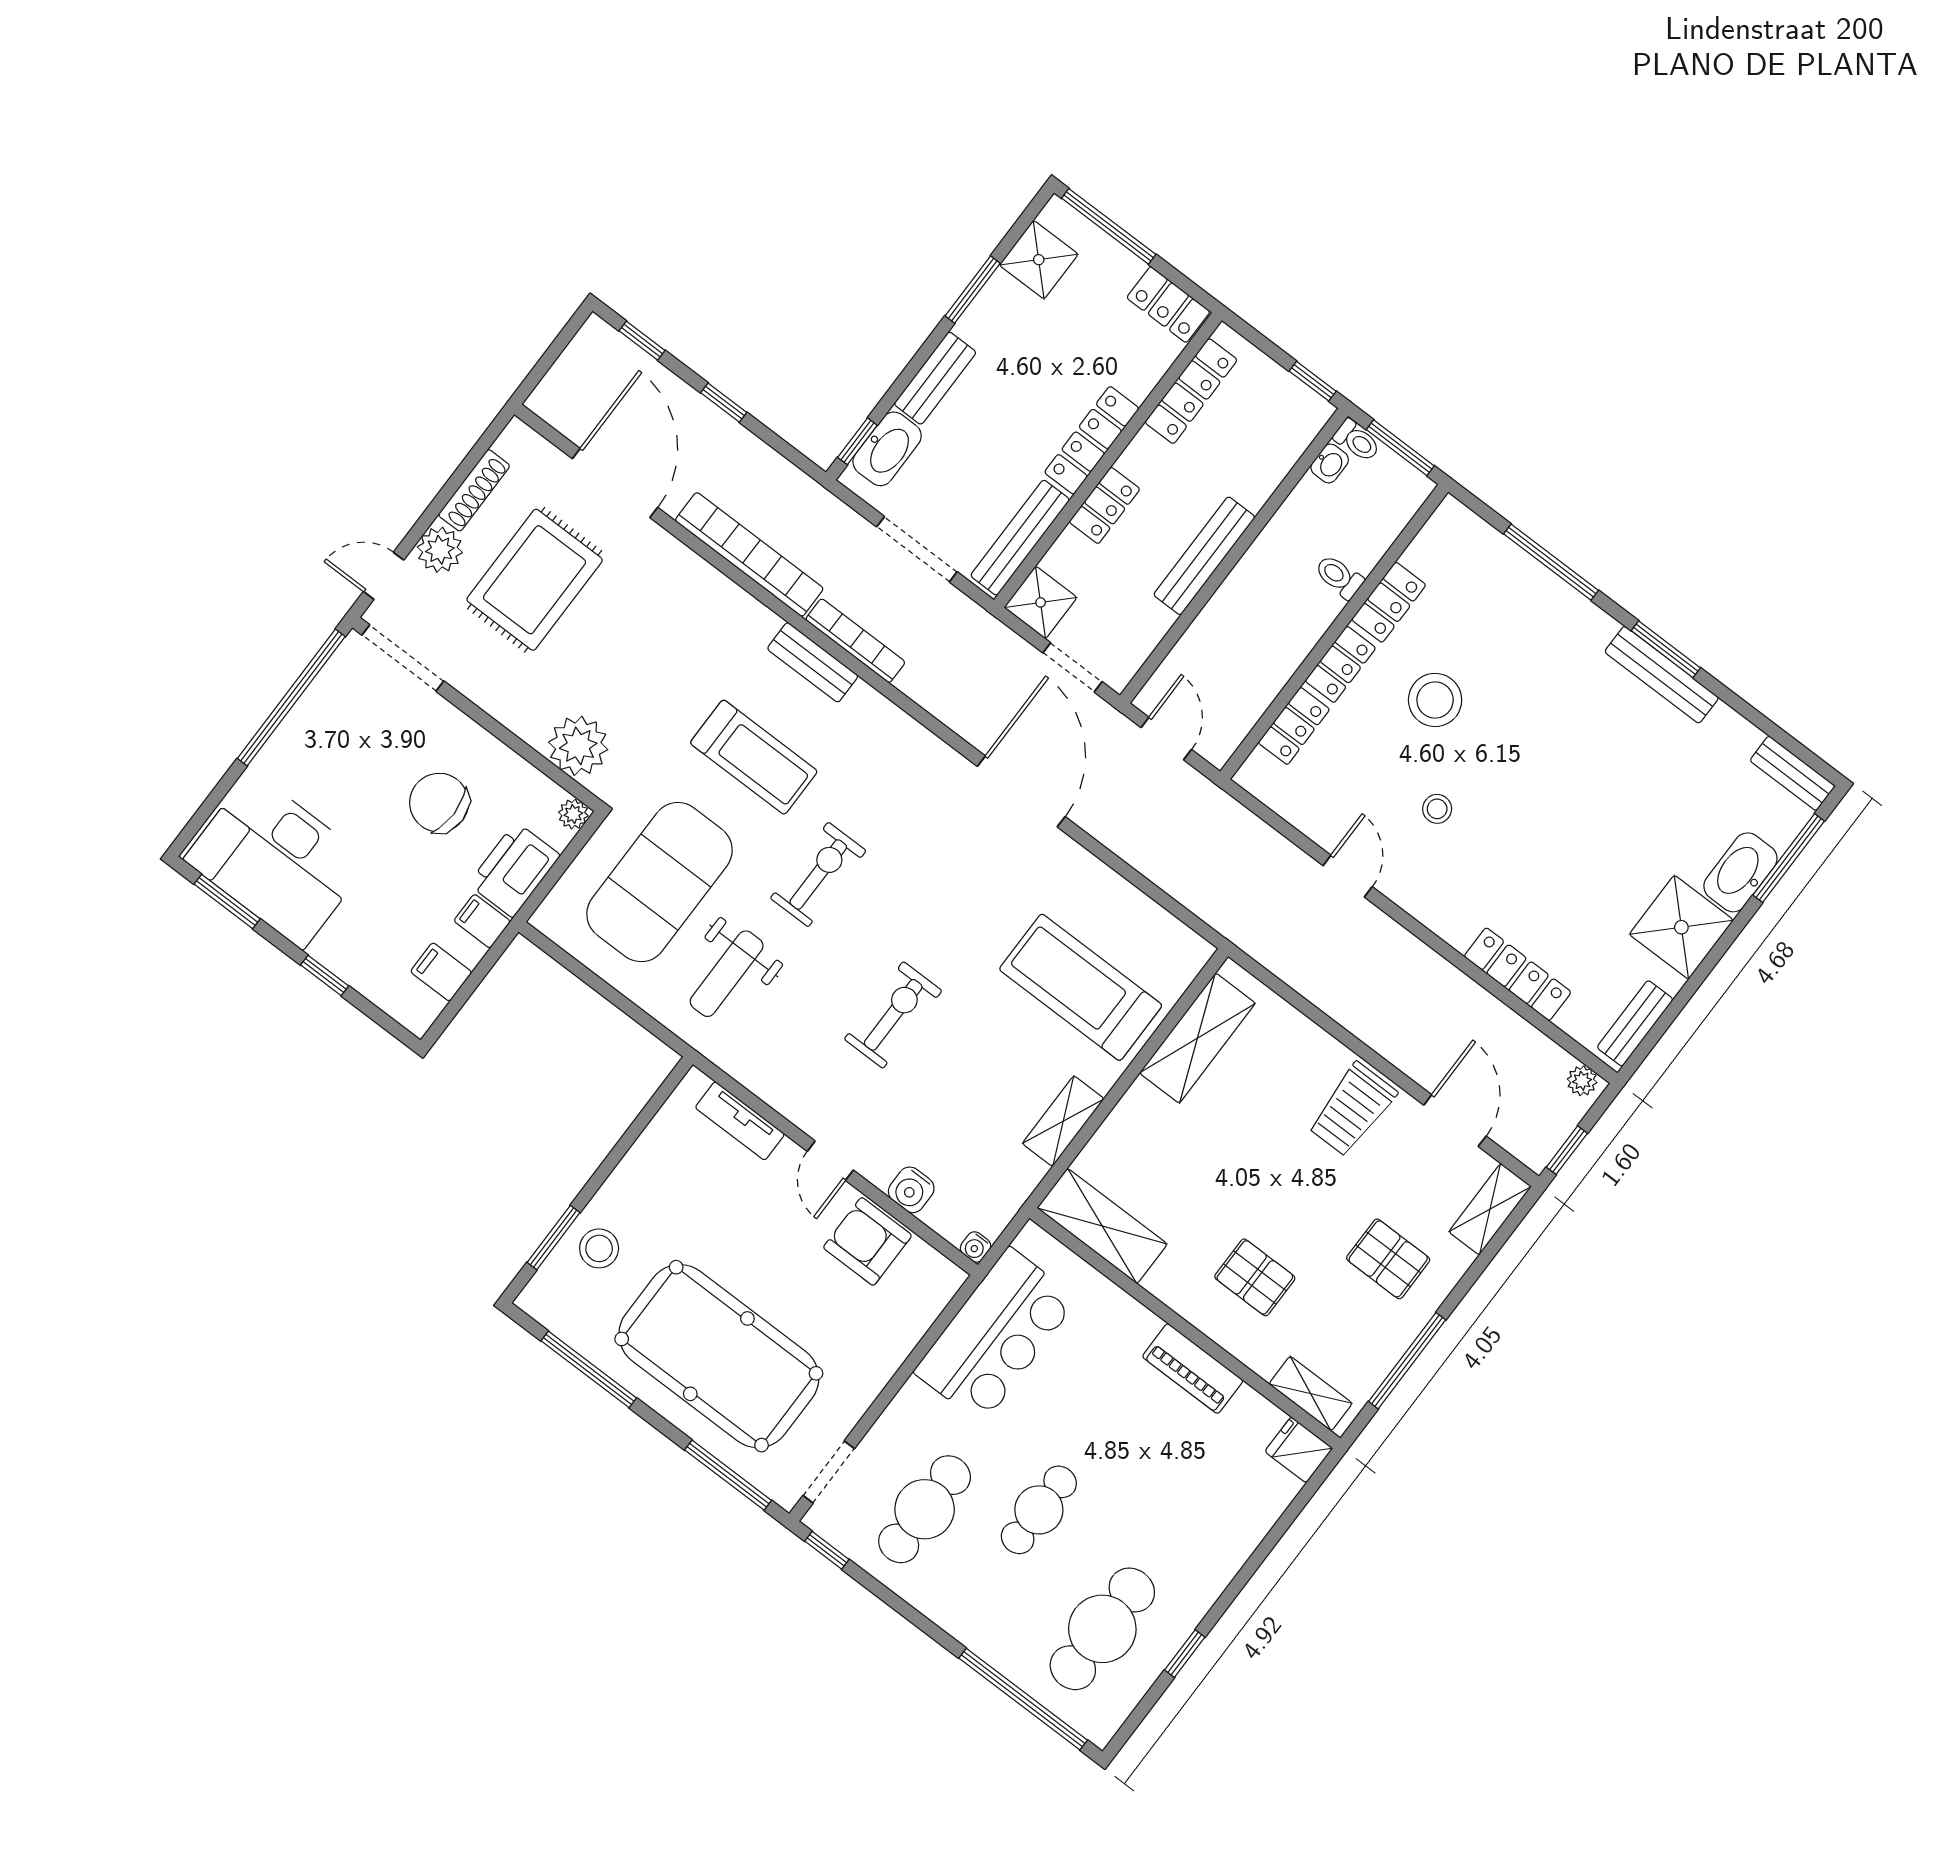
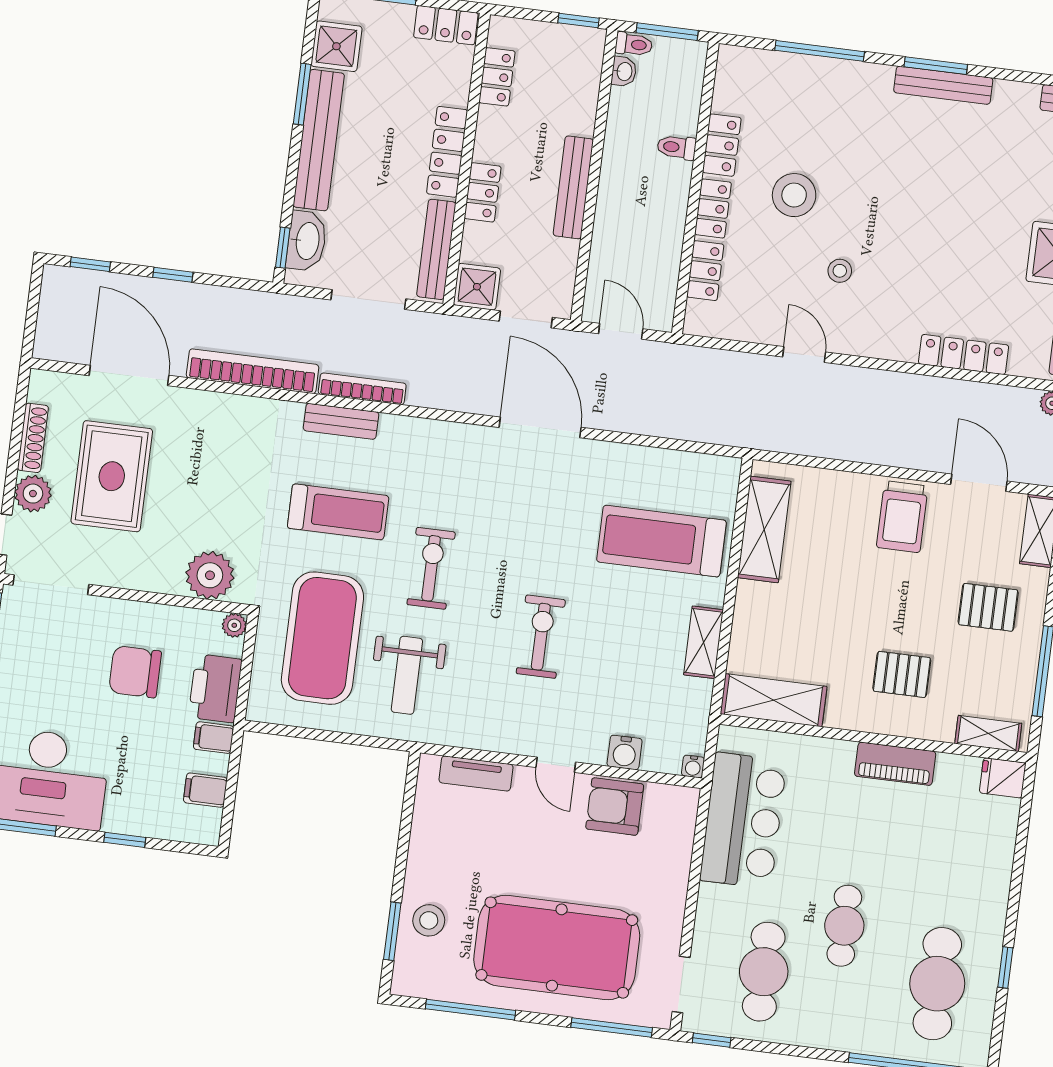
bench: (935, 378) -> (319, 140), width x1.86, depth x1.21
locker: (1191, 391) -> (497, 77), width x0.66

